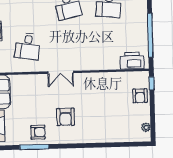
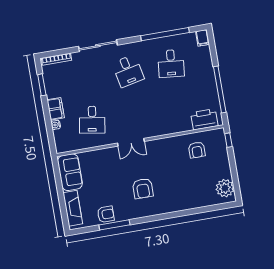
armchair: (140, 96) -> (197, 150), moved
plant: (146, 127) -> (225, 188), width x1.88, depth x1.88
armchair: (38, 132) -> (106, 214), moved

